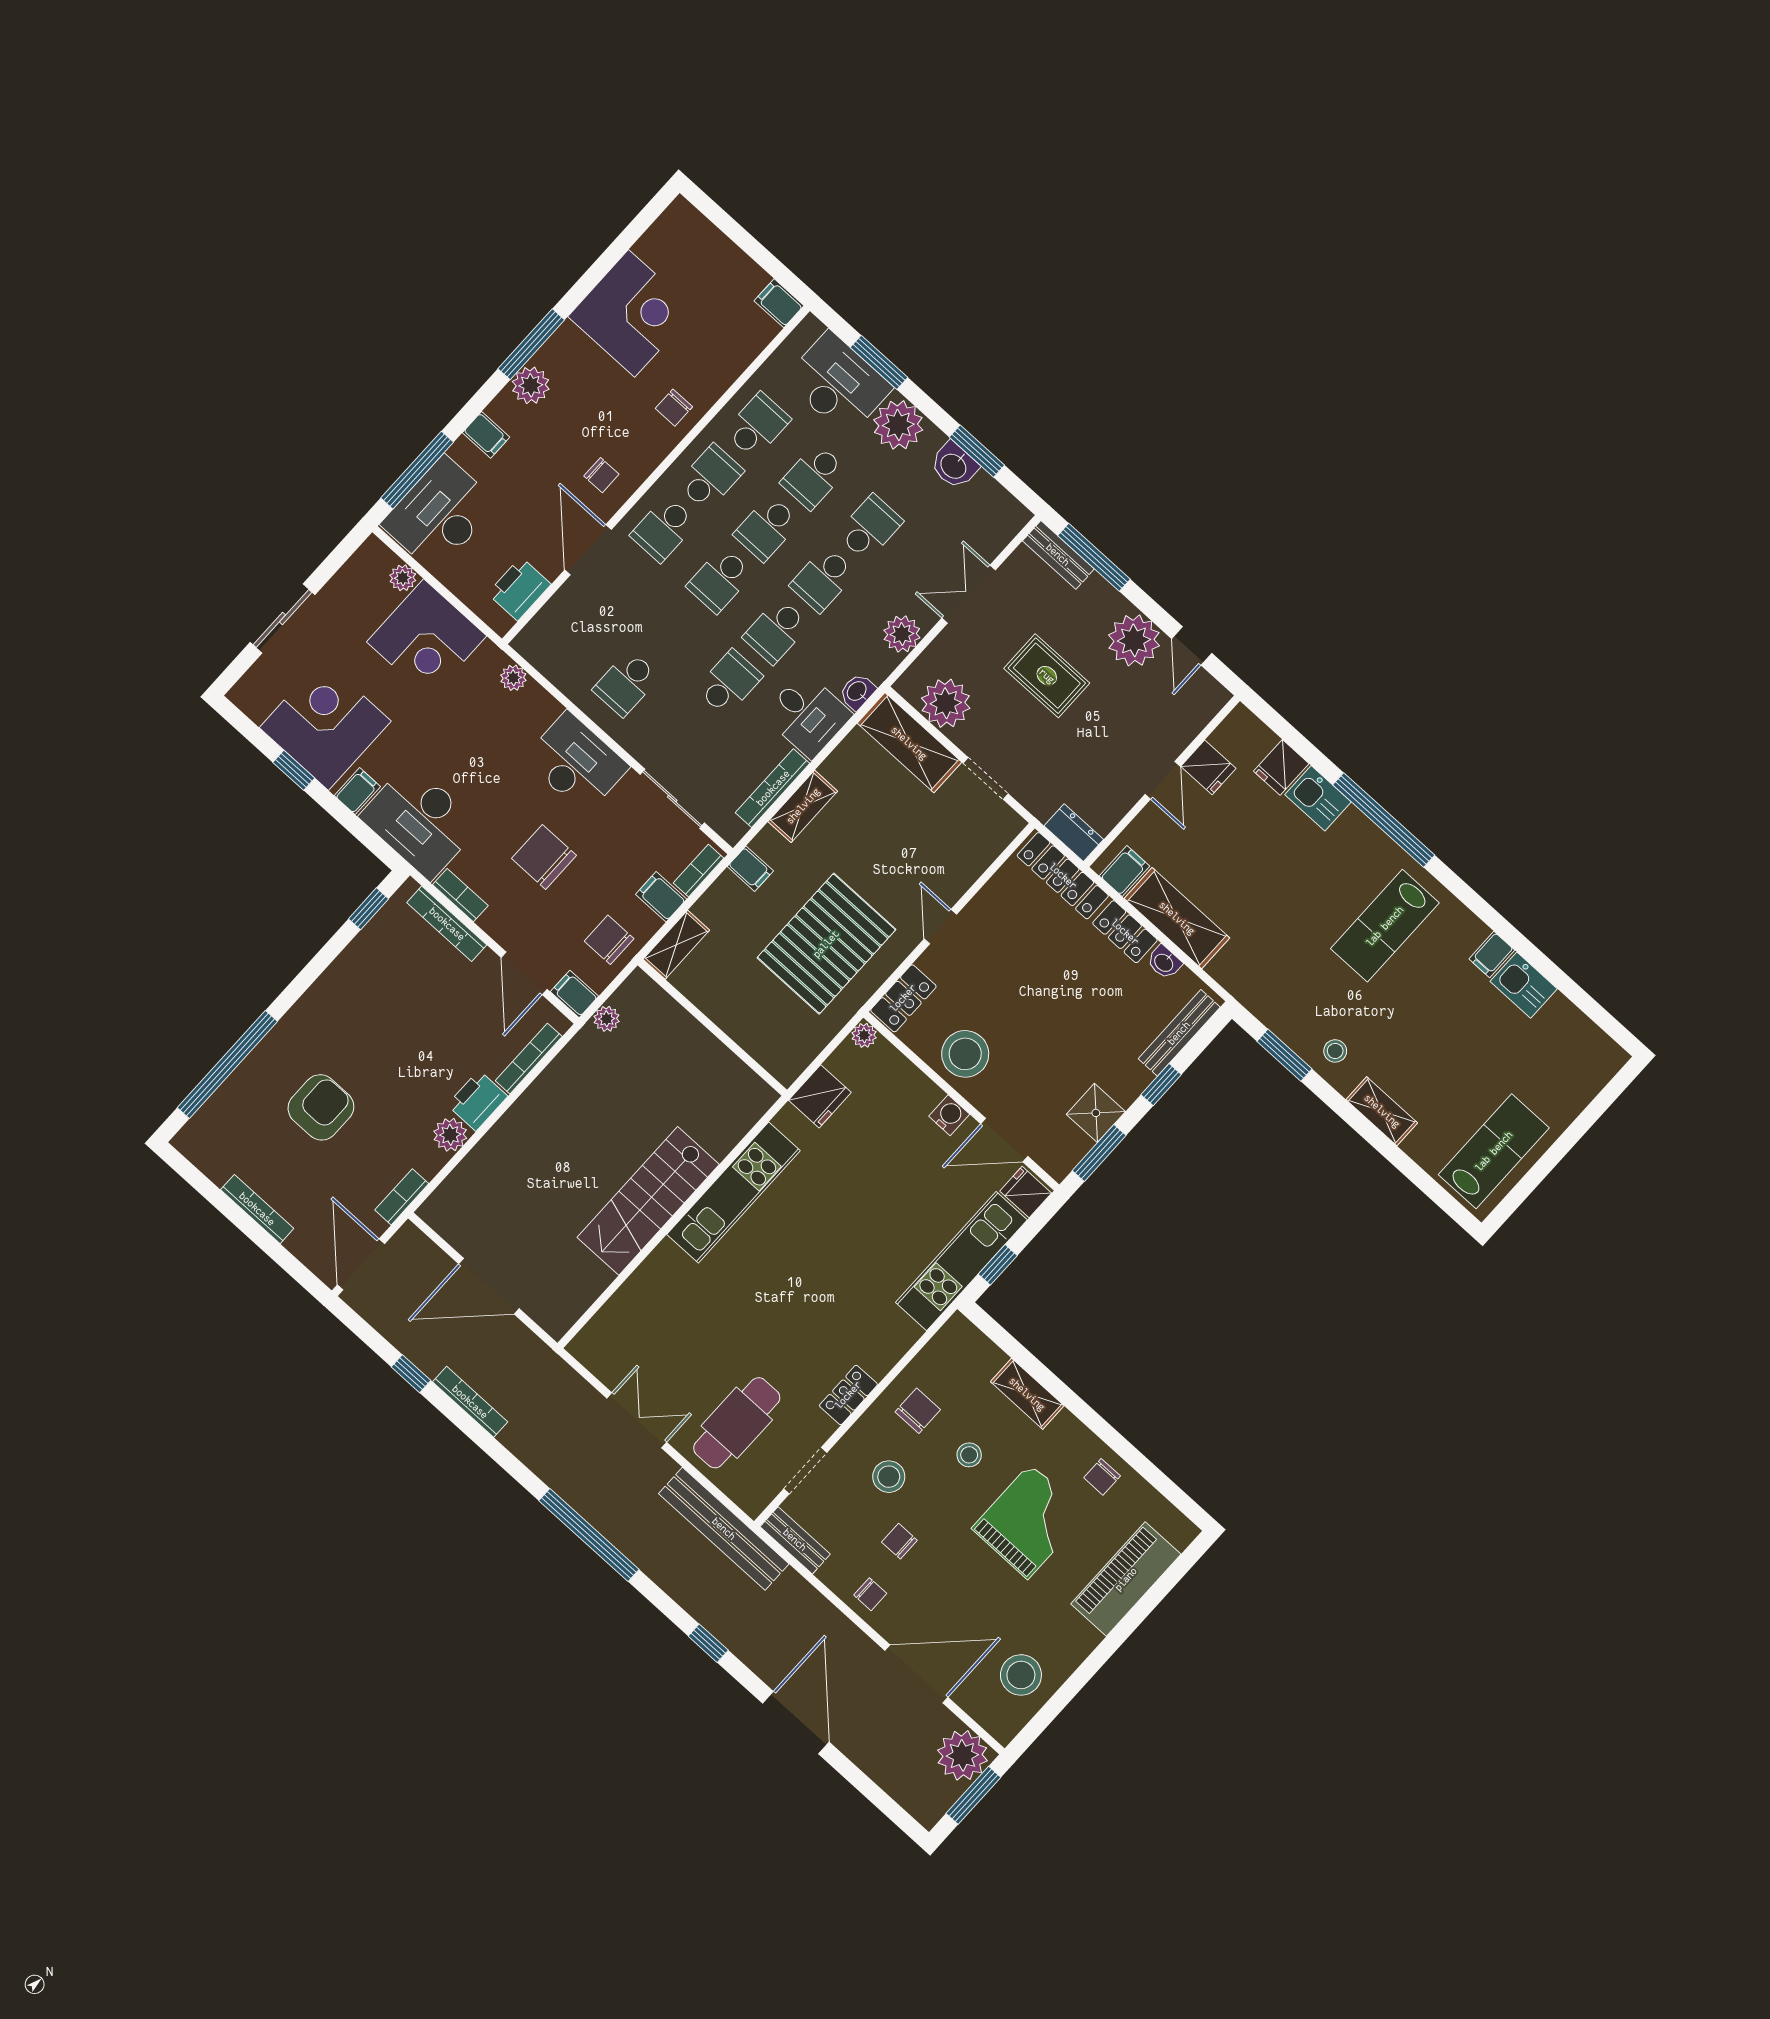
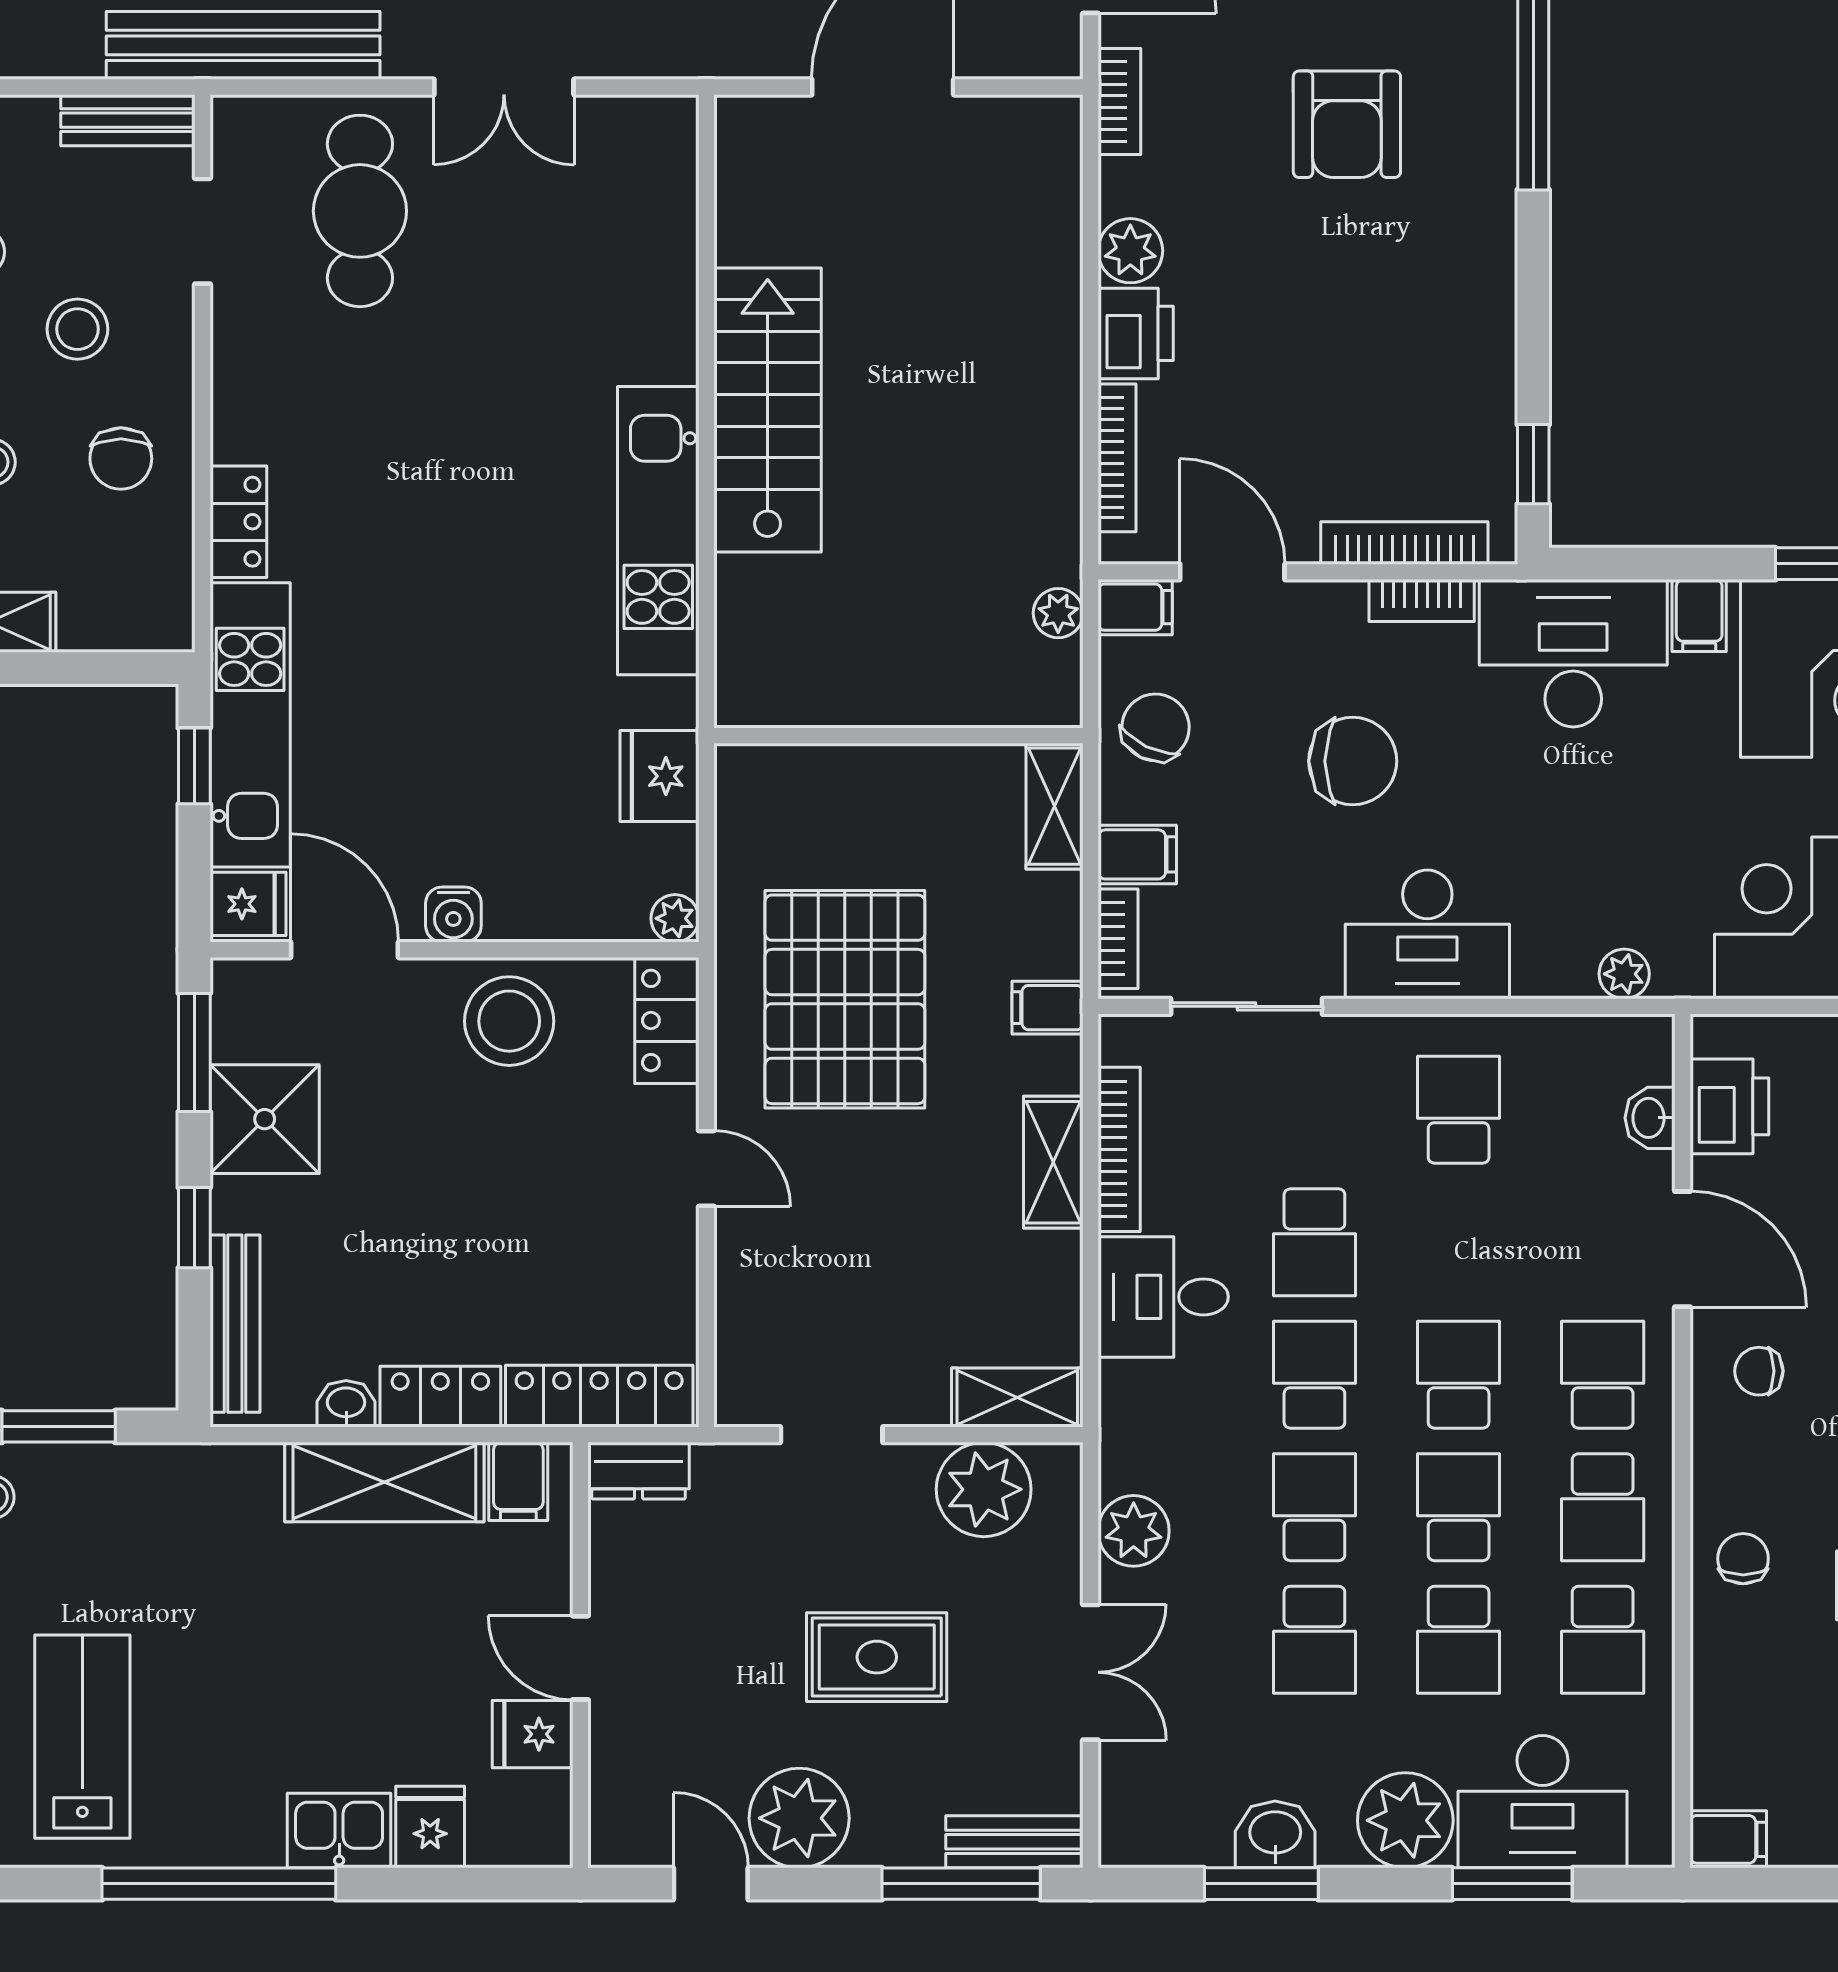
school desk: (814, 477) -> (1459, 1640), turned 180
washbasin: (857, 691) -> (1650, 1118), moved, turned 180
shelving: (909, 743) -> (1017, 1398), width x0.67, depth x0.75
chair: (609, 940) -> (1155, 727), turned -64
shower: (1096, 1113) -> (265, 1119), width x1.36, depth x1.36
door: (1004, 1140) -> (344, 950), hinge flipped
locker: (848, 1395) -> (238, 522), moved

